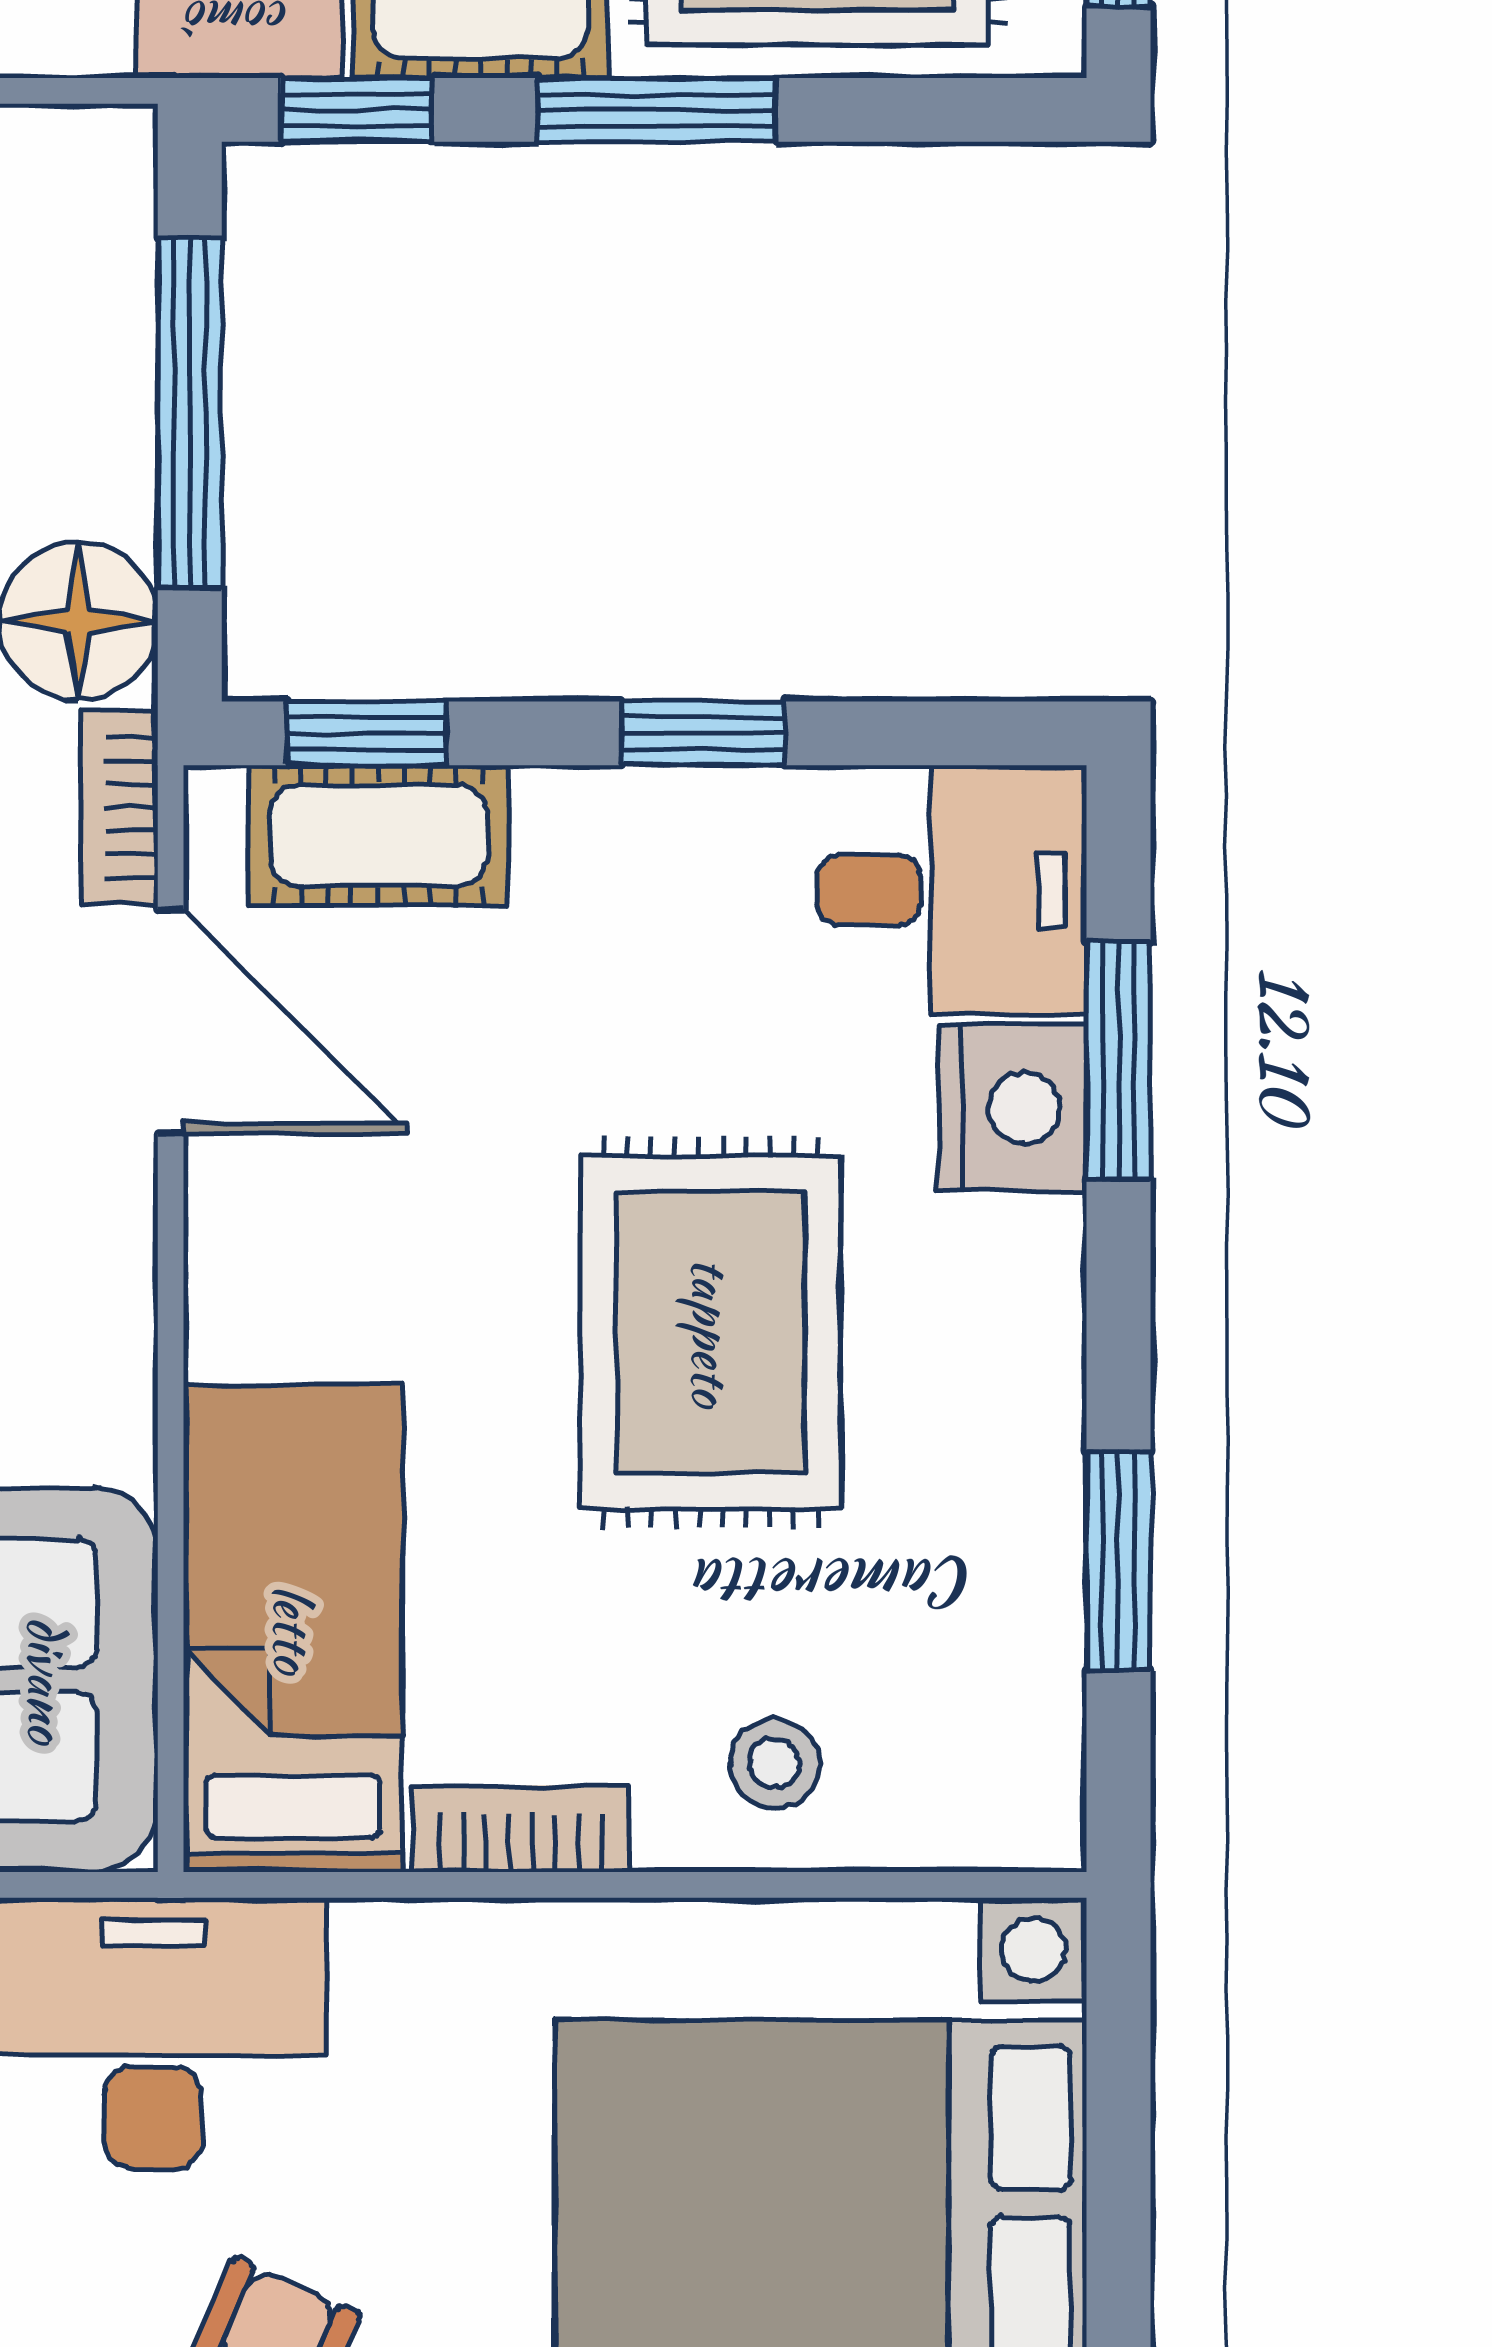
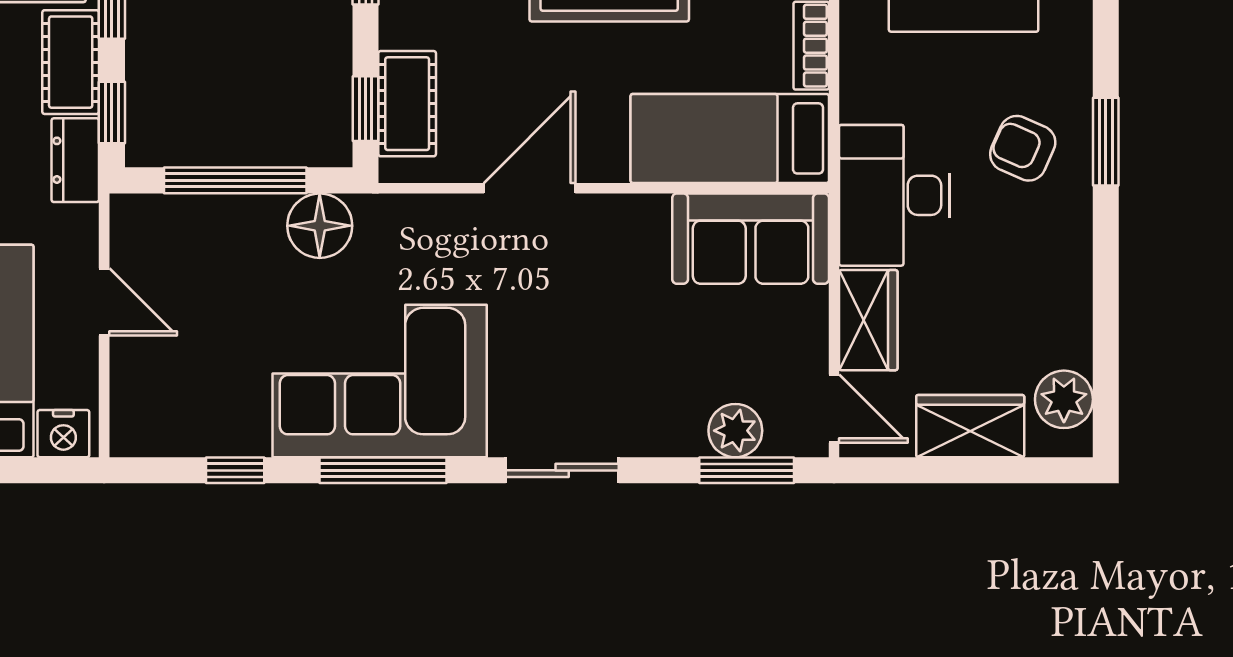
bookcase: (119, 808) -> (396, 209), removed
door: (171, 1021) -> (530, 188), moved

